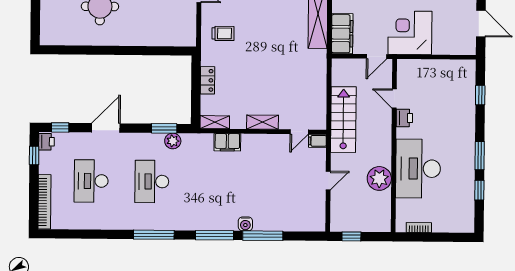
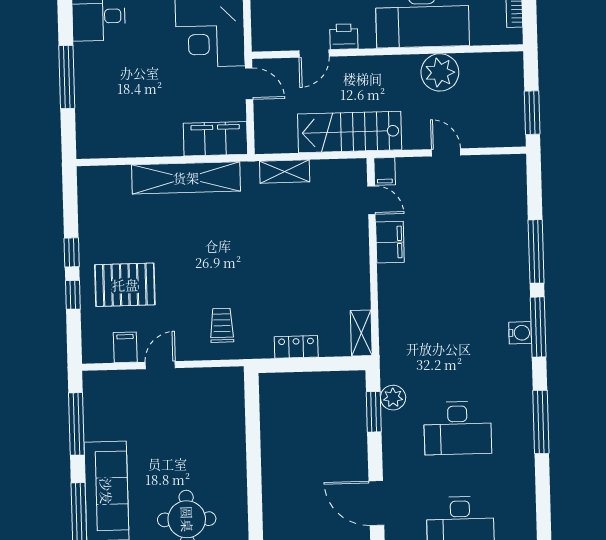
shelving: (262, 122) -> (285, 171), moved, turned 90
filing cabinet: (227, 142) -> (390, 242), moved
water cooler: (245, 224) -> (520, 333), moved
window: (351, 236) -> (532, 113), width x1.50

